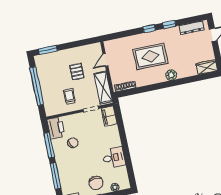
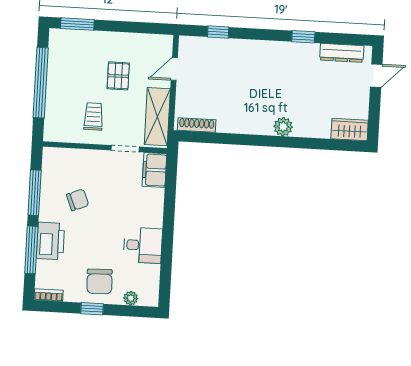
window: (149, 29) -> (218, 32), moved
rug: (150, 56) -> (255, 84), removed
printer: (56, 128) -> (50, 241), moved

